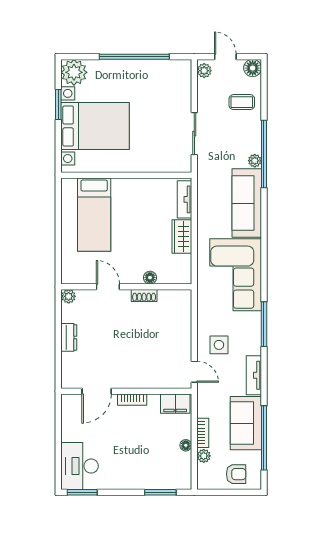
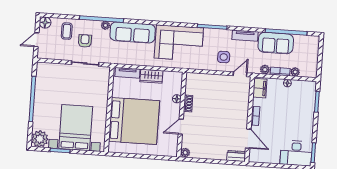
plant: (204, 71) -> (265, 70), moved
bed: (94, 215) -> (134, 121), width x2.04
dresser: (69, 337) -> (236, 156), moved
armchair: (236, 474) -> (85, 41), moved

